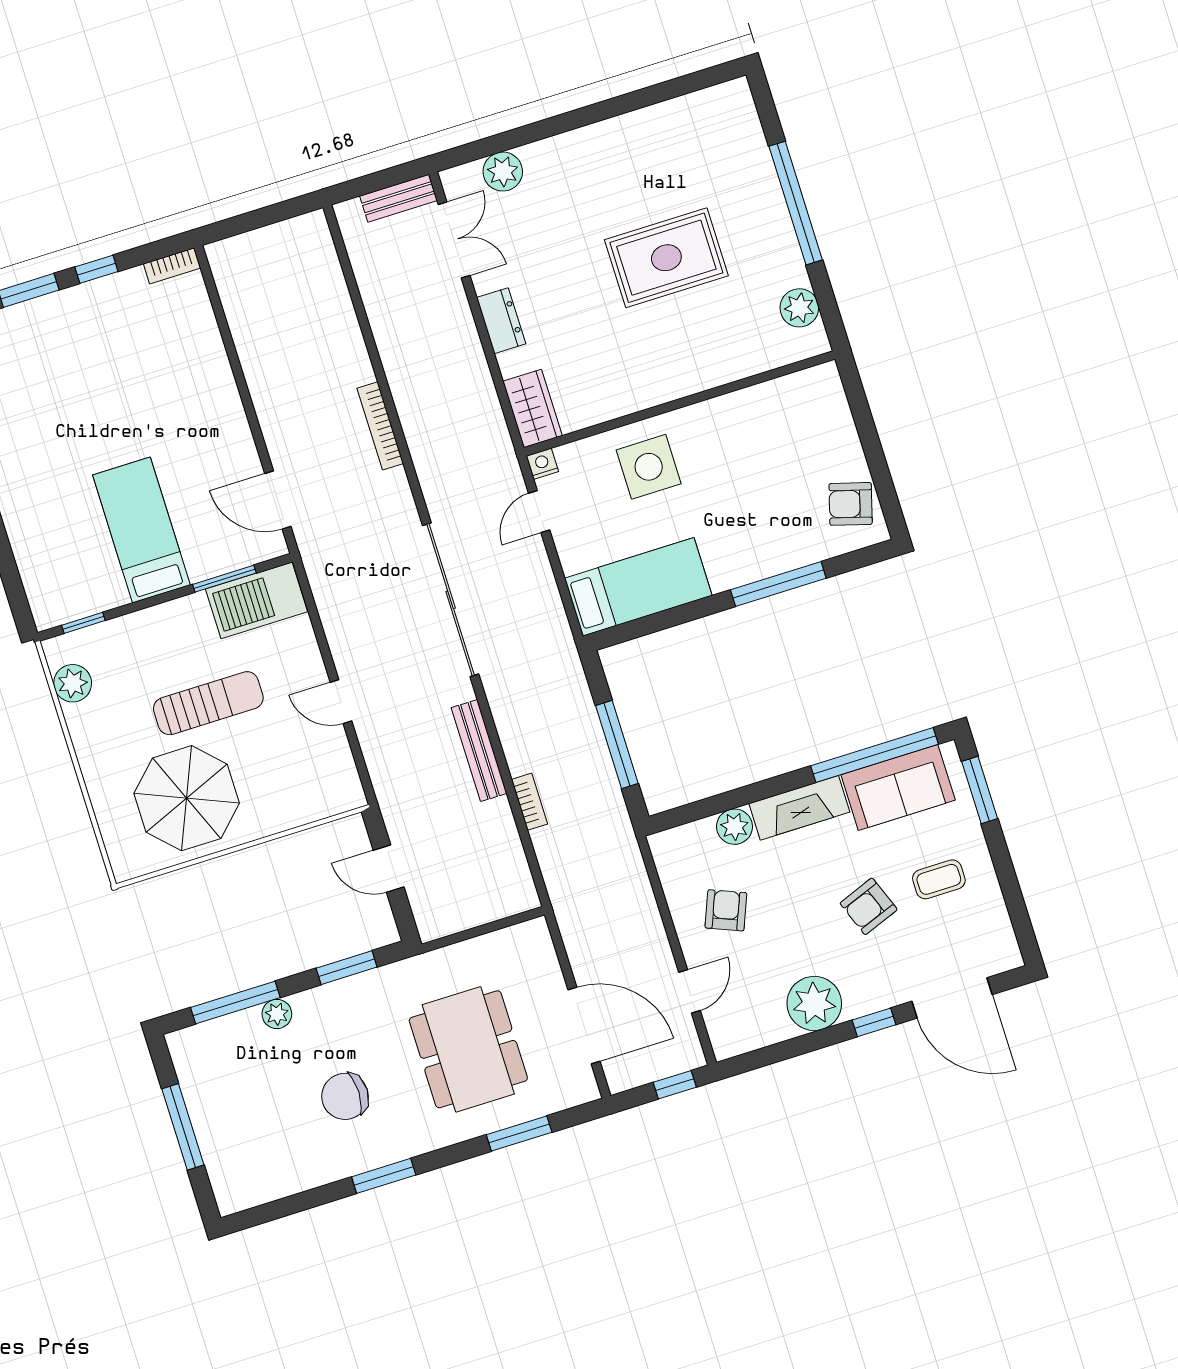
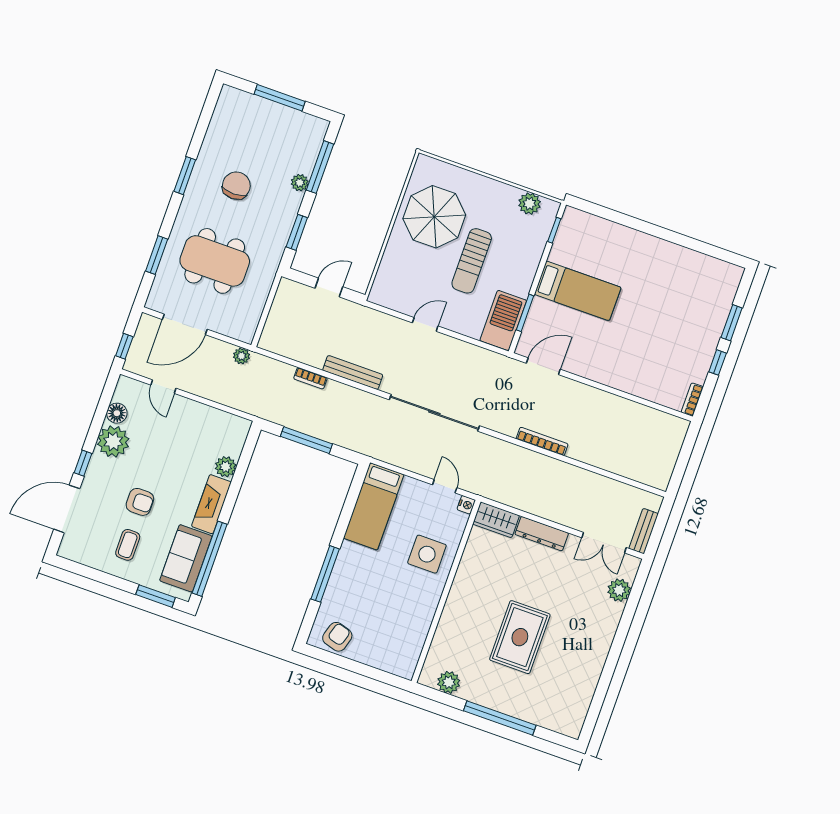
dresser: (501, 321) -> (542, 534), width x1.44
armchair: (869, 906) -> (140, 502), turned 111
armchair: (726, 910) -> (189, 433), removed
plant: (569, 917) -> (241, 356), added
floor lamp: (772, 1027) -> (117, 413), added

